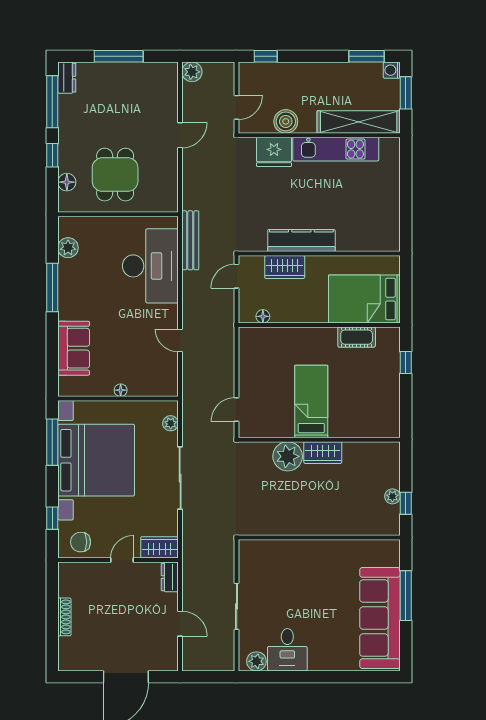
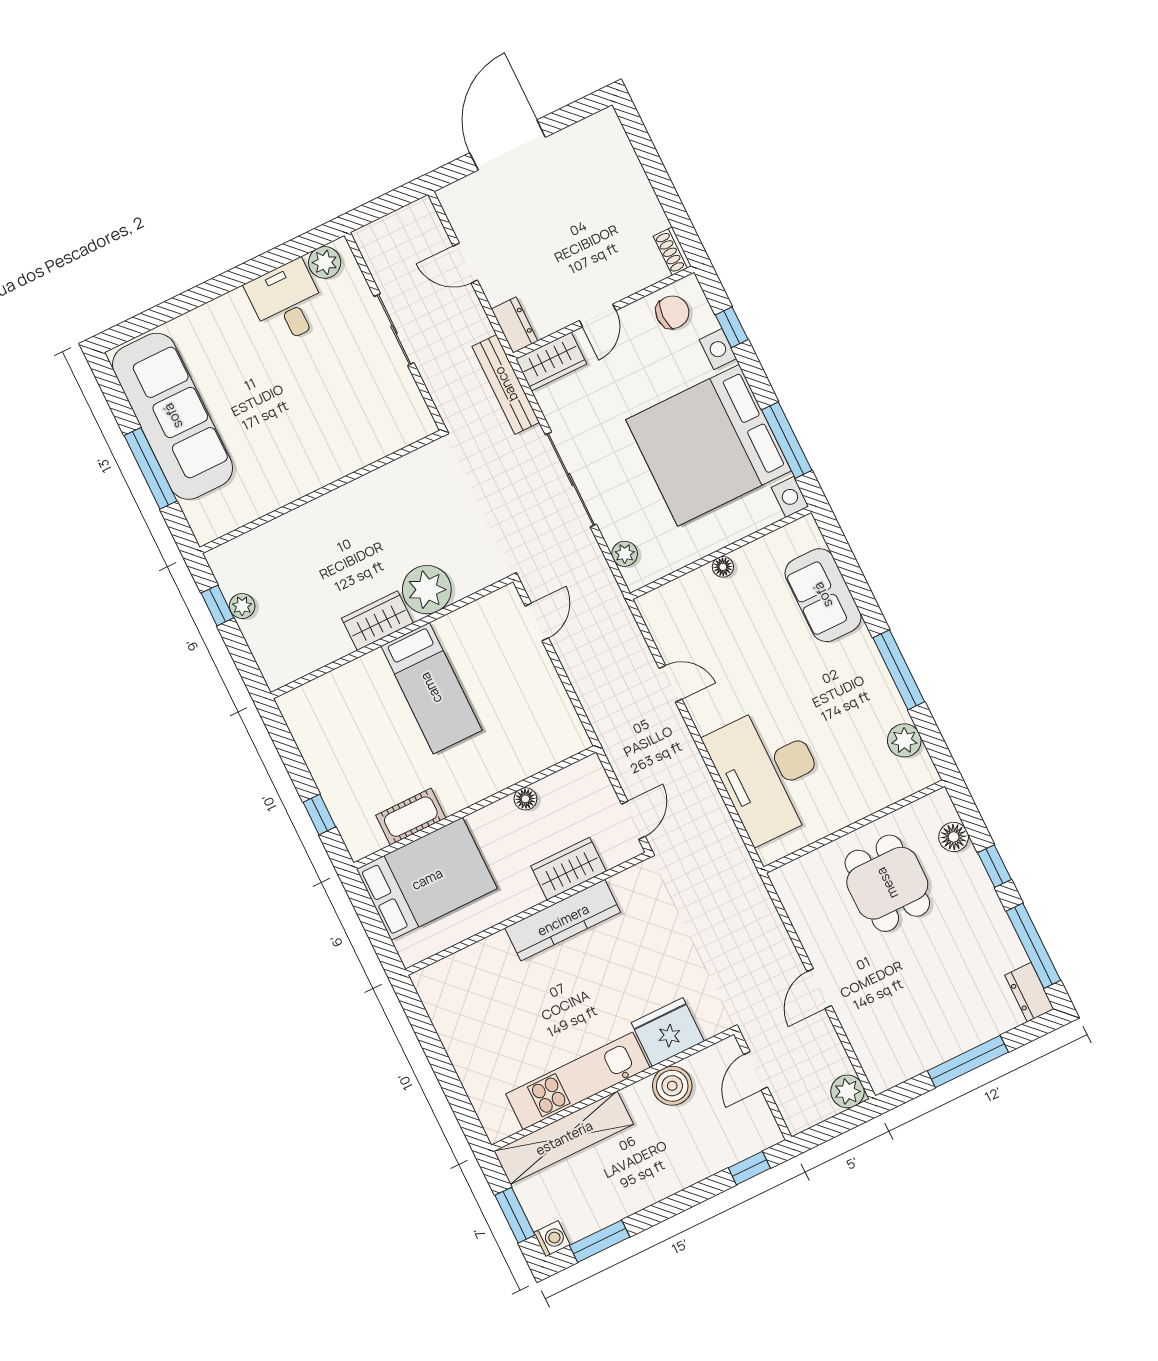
bench: (190, 240) -> (506, 384), moved
floor lamp: (263, 316) -> (525, 799), moved
shoe rack: (64, 617) -> (672, 251), moved, width x0.70

